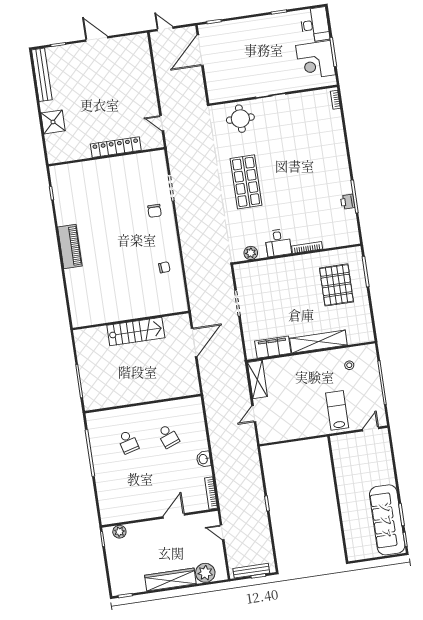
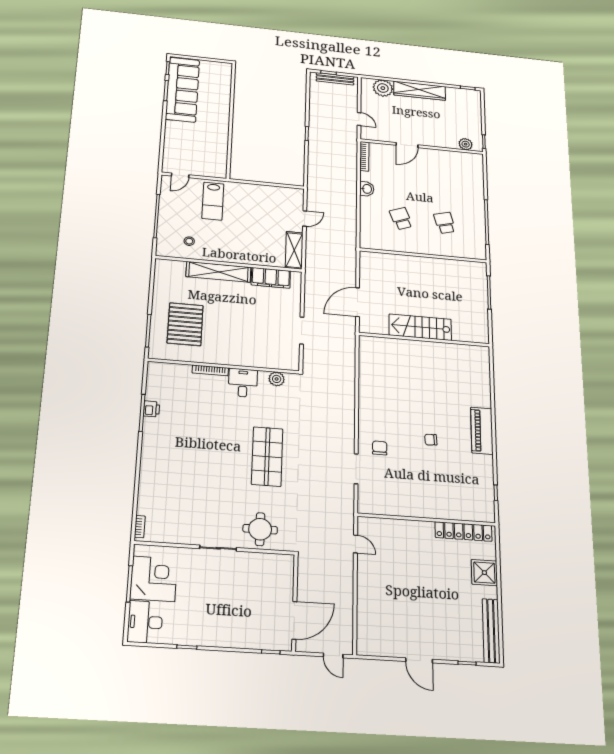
locker: (116, 147) -> (464, 532), moved
chair: (164, 267) -> (431, 440), moved

